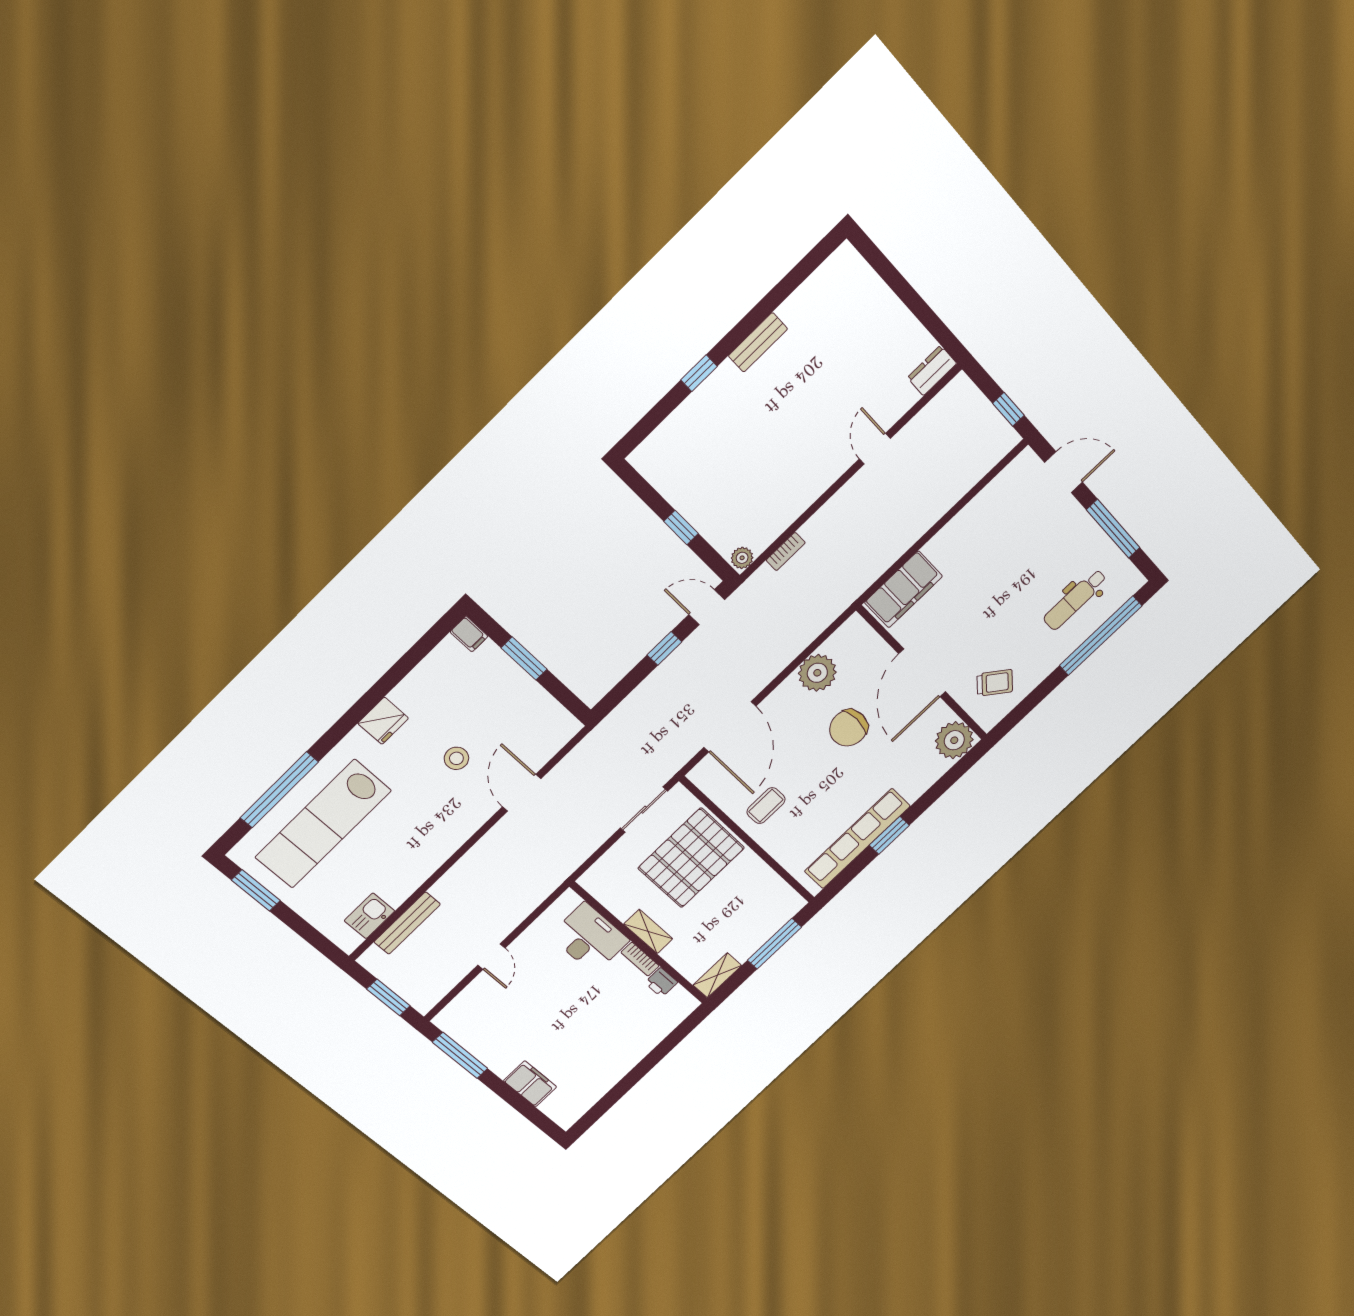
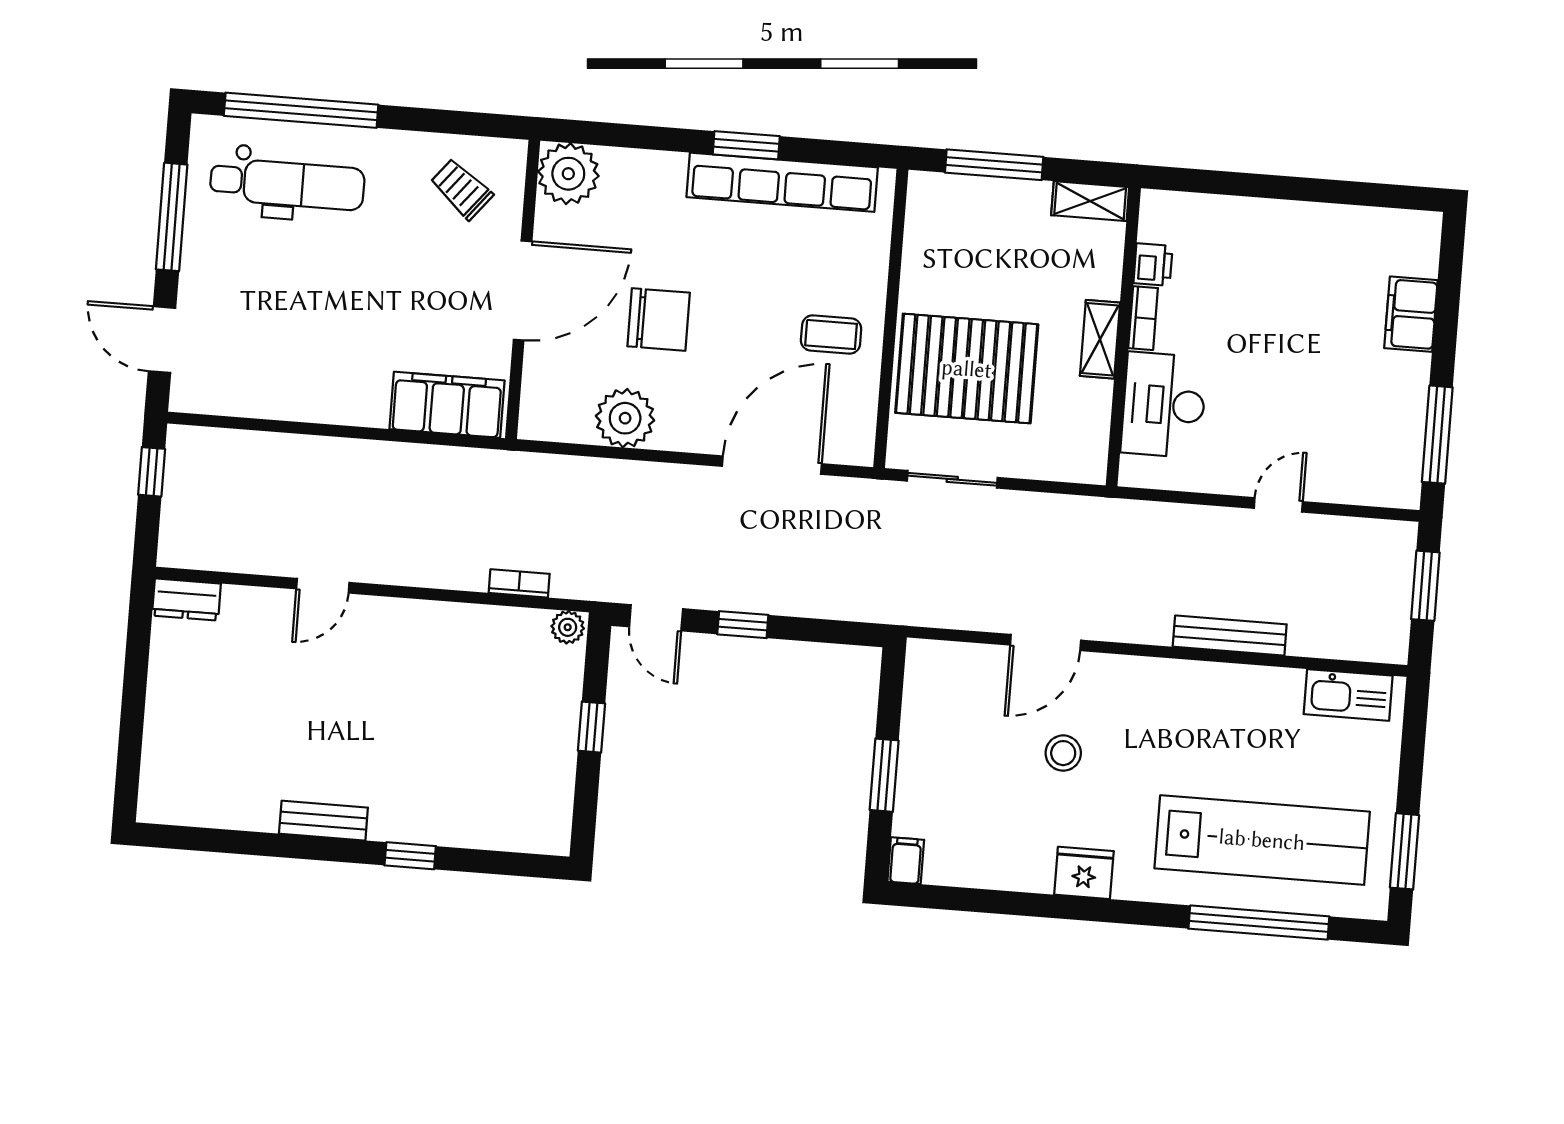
dental chair: (1075, 600) -> (287, 184), width x1.36, depth x1.38
kitchen sink: (370, 916) -> (1348, 695), width x1.38
bench: (407, 923) -> (1230, 635), moved

